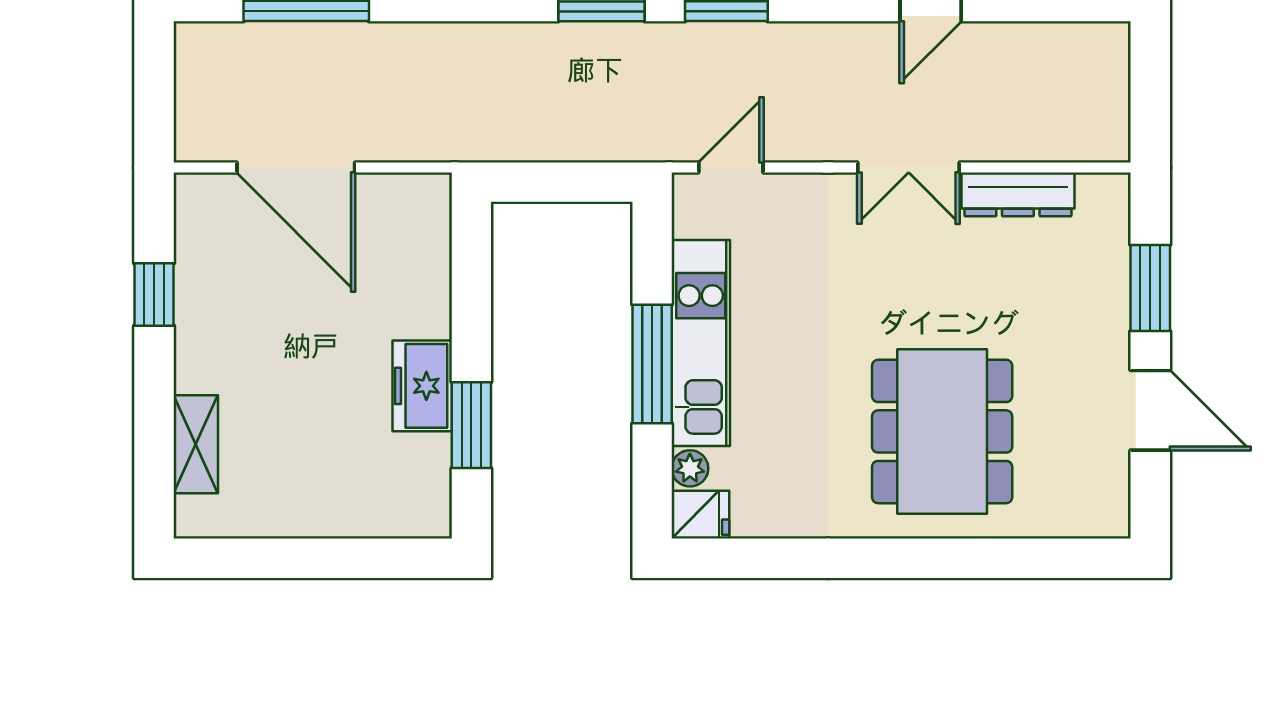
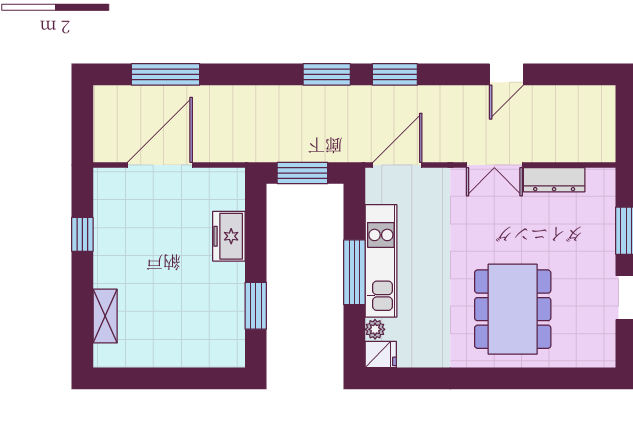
door: (296, 168) -> (160, 165), swing flipped
door: (731, 168) -> (397, 165), width x1.38
window: (557, 182) -> (302, 173), added
freezer: (422, 386) -> (229, 236), moved

